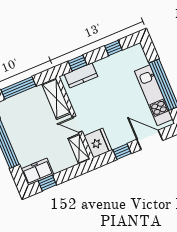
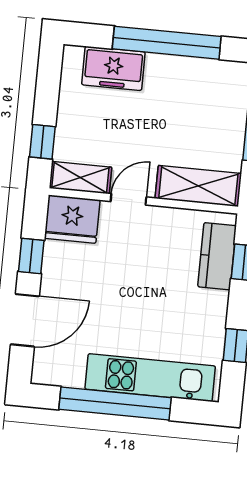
kitchen unit: (154, 95) -> (150, 378), moved
freezer: (37, 172) -> (113, 68), moved, turned 90
window: (47, 183) -> (42, 142), moved

